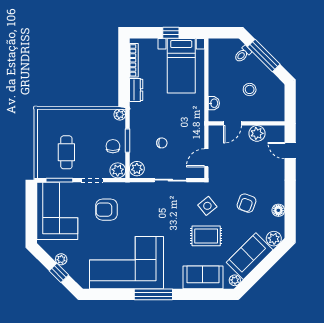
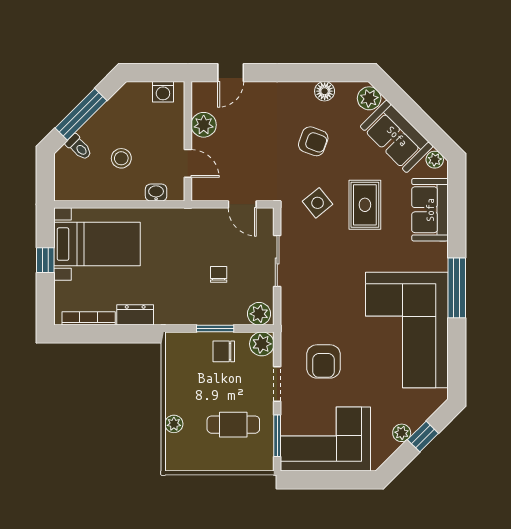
stool: (250, 89) -> (121, 158), moved
washing machine: (278, 108) -> (163, 92), added
plant: (120, 115) -> (174, 424), moved

